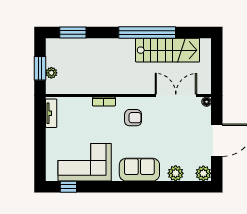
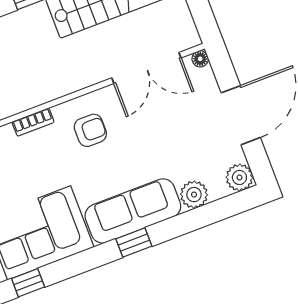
double door: (176, 96) -> (146, 68), swing flipped
sofa: (139, 170) -> (133, 211), width x1.36
window: (134, 187) -> (134, 243), added

